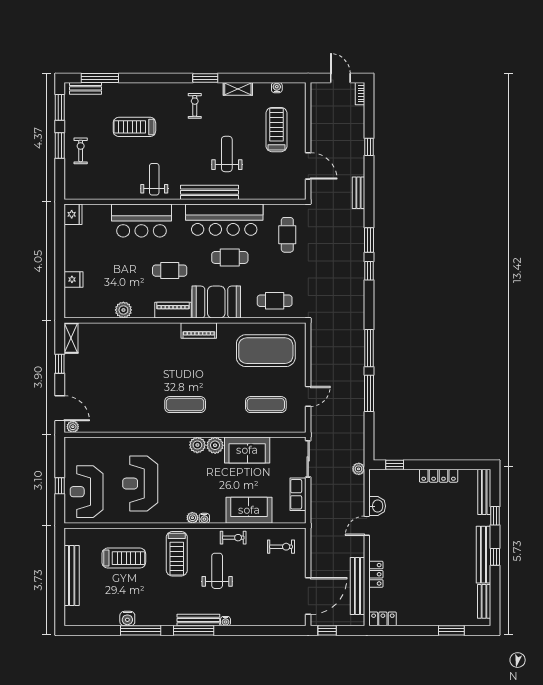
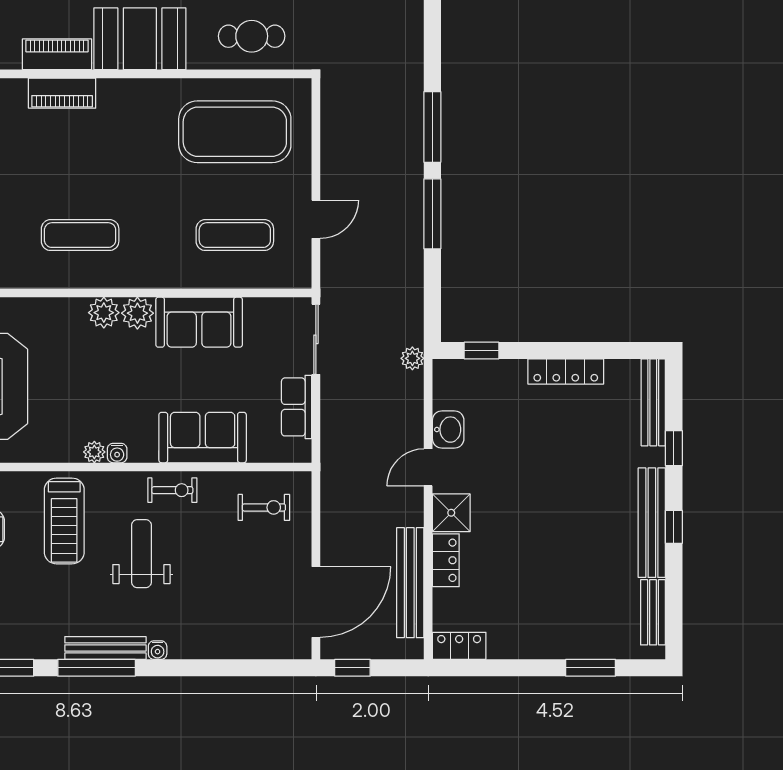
piano: (199, 330) -> (62, 93), moved
shower: (379, 549) -> (451, 513), added

